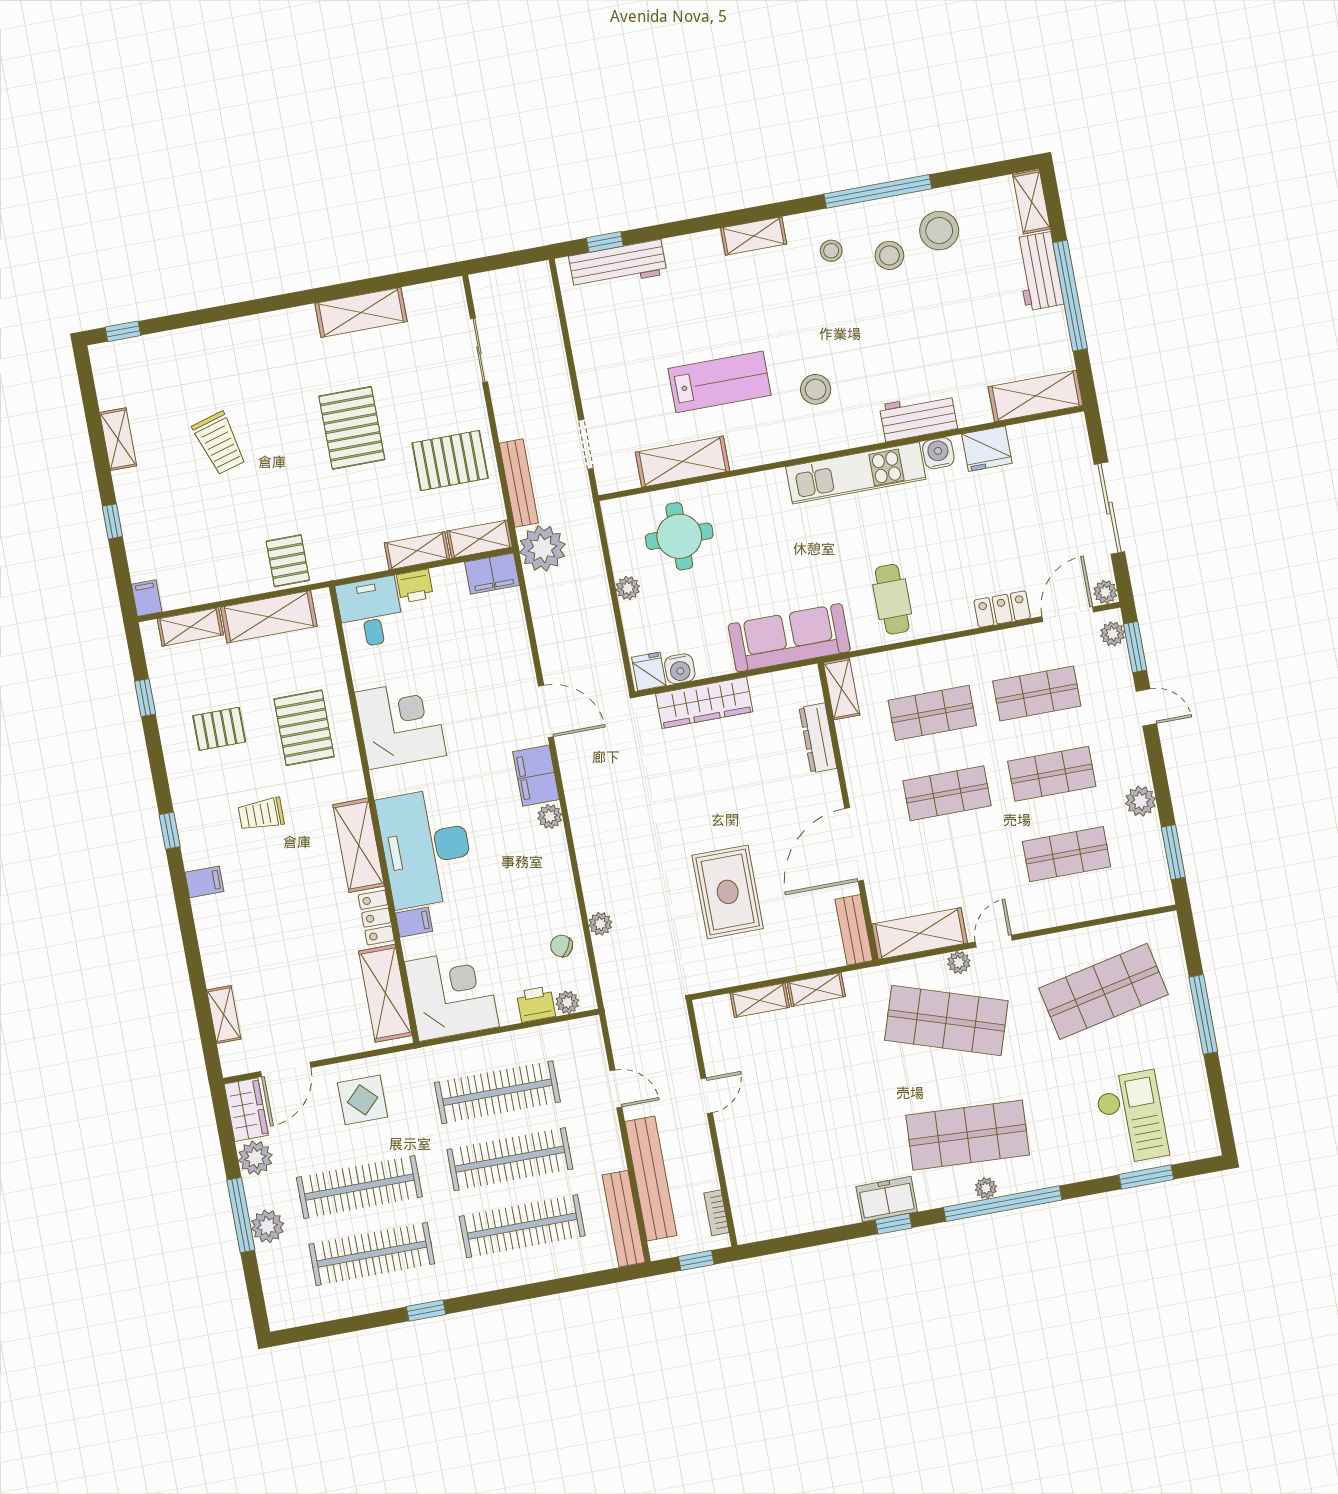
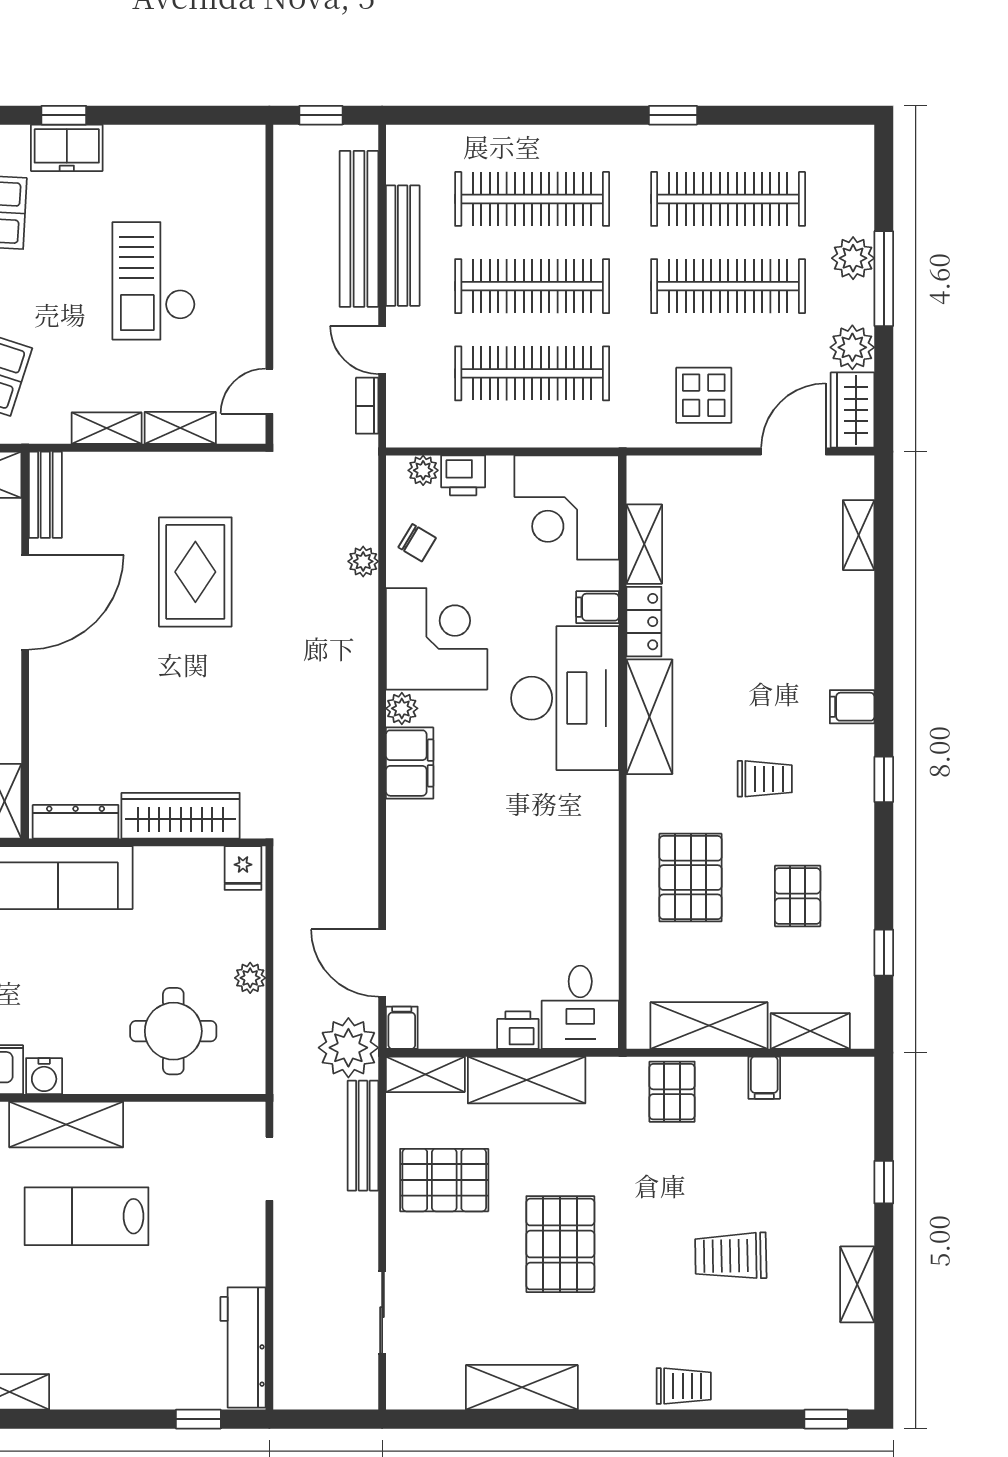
workbench: (618, 265) -> (243, 1347), moved, turned -90
trolley: (237, 336) -> (684, 1386), added
trolley: (219, 443) -> (731, 1256), turned -75
shelving: (682, 462) -> (66, 1124), moved
shelving: (417, 551) -> (527, 1080), width x1.50, depth x1.33
filing cabinet: (492, 574) -> (402, 1028), width x0.50
filing cabinet: (147, 598) -> (764, 1078), moved
water cooler: (680, 669) -> (44, 1076), moved, turned 180
door: (546, 711) -> (382, 963), moved
corner desk: (401, 724) -> (437, 639), moved, turned 180
pallet: (219, 729) -> (798, 896), turned 90
dresser: (818, 738) -> (76, 822), moved, turned -90
shelving: (385, 993) -> (644, 544), width x0.67, depth x0.75
door: (707, 1096) -> (269, 391), moved
checkout: (801, 1109) -> (154, 281), added
bookcase: (716, 1213) -> (367, 406), moved, turned 180
bench: (624, 1219) -> (403, 246), moved

